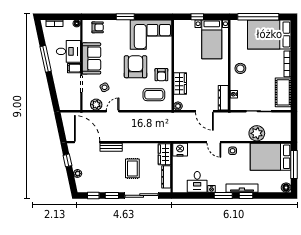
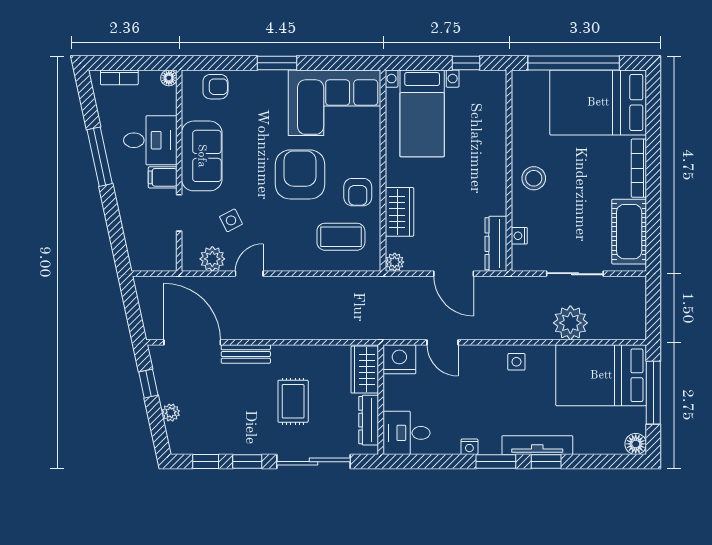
window: (197, 17) -> (466, 63), moved
bed with nightstands: (212, 39) -> (422, 113), moved
door: (214, 142) -> (443, 342), moved
desk: (197, 182) -> (406, 433), moved, turned 90

